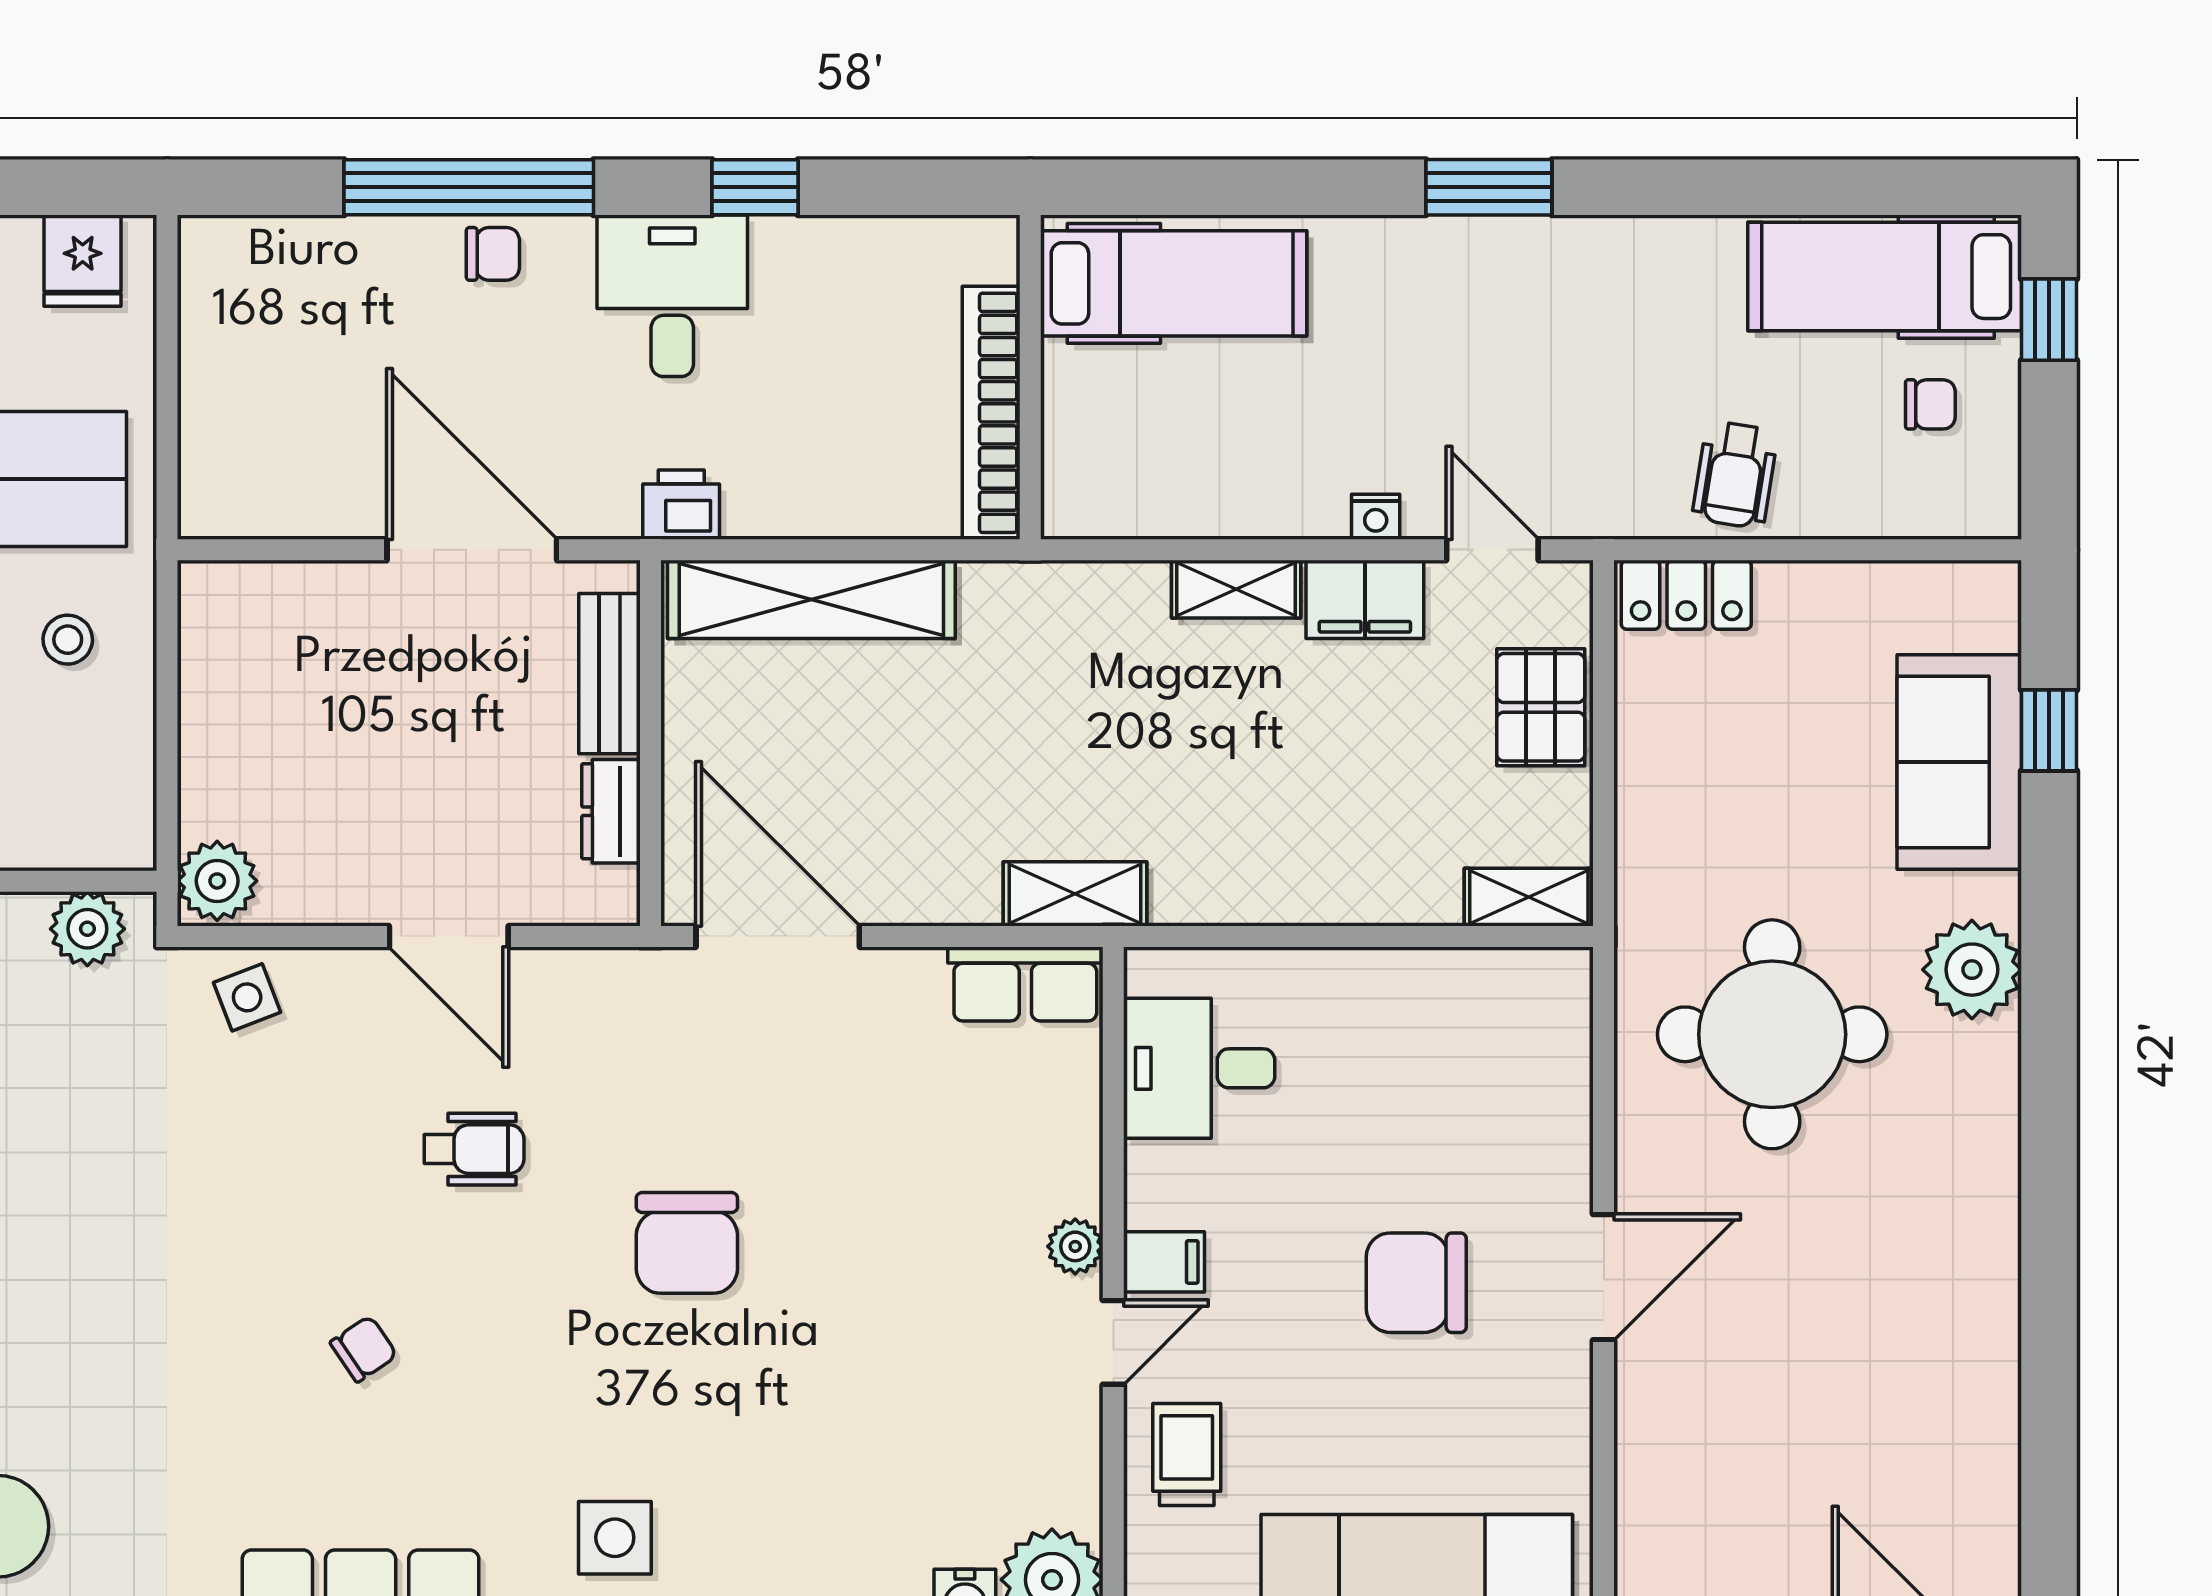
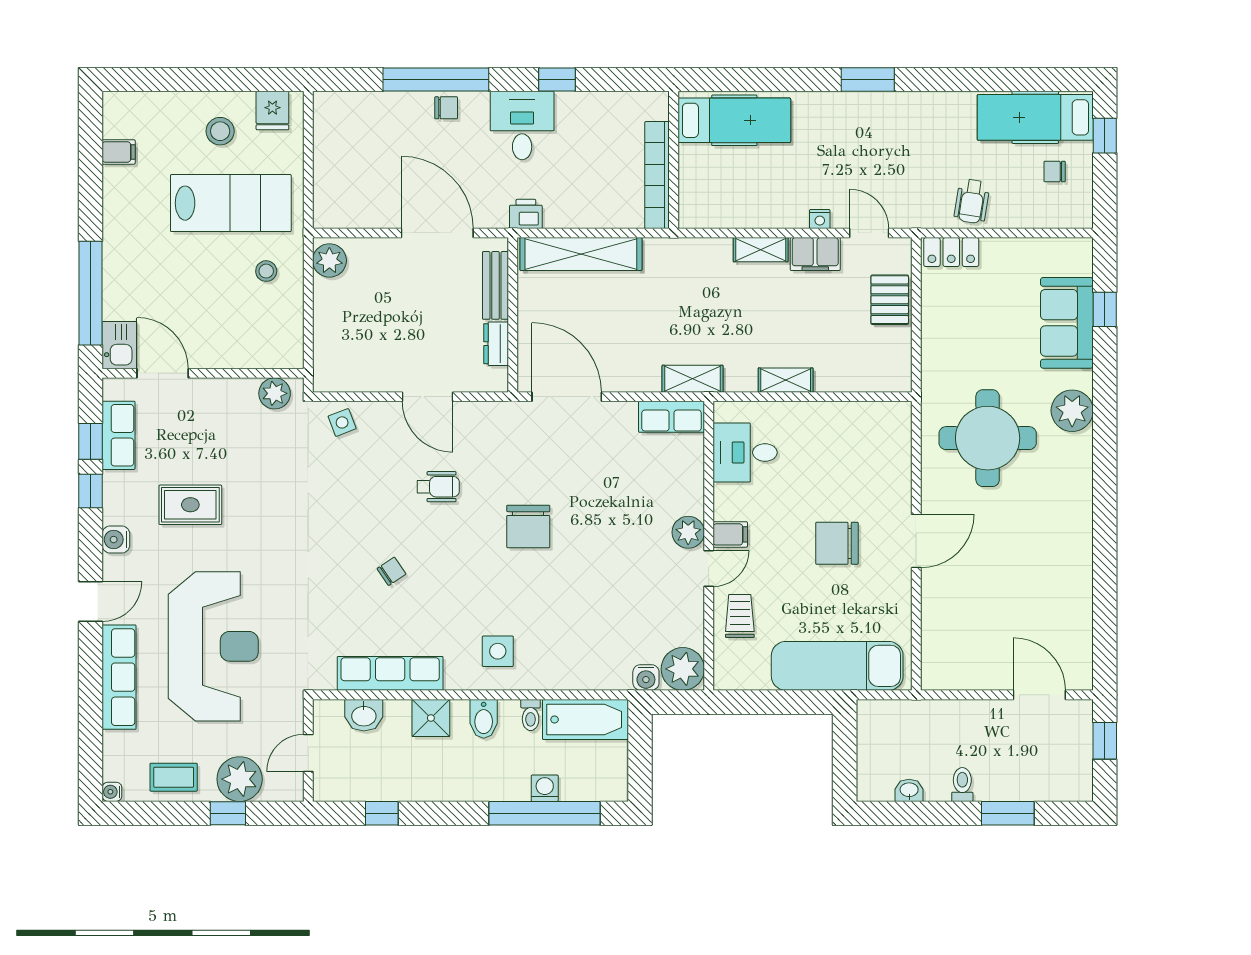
chair: (1930, 404) -> (1055, 171), turned 180
plant: (217, 881) -> (329, 260), moved
shelving: (1529, 897) -> (786, 380), moved
plant: (1075, 1246) -> (688, 532), width x1.38, depth x1.38

